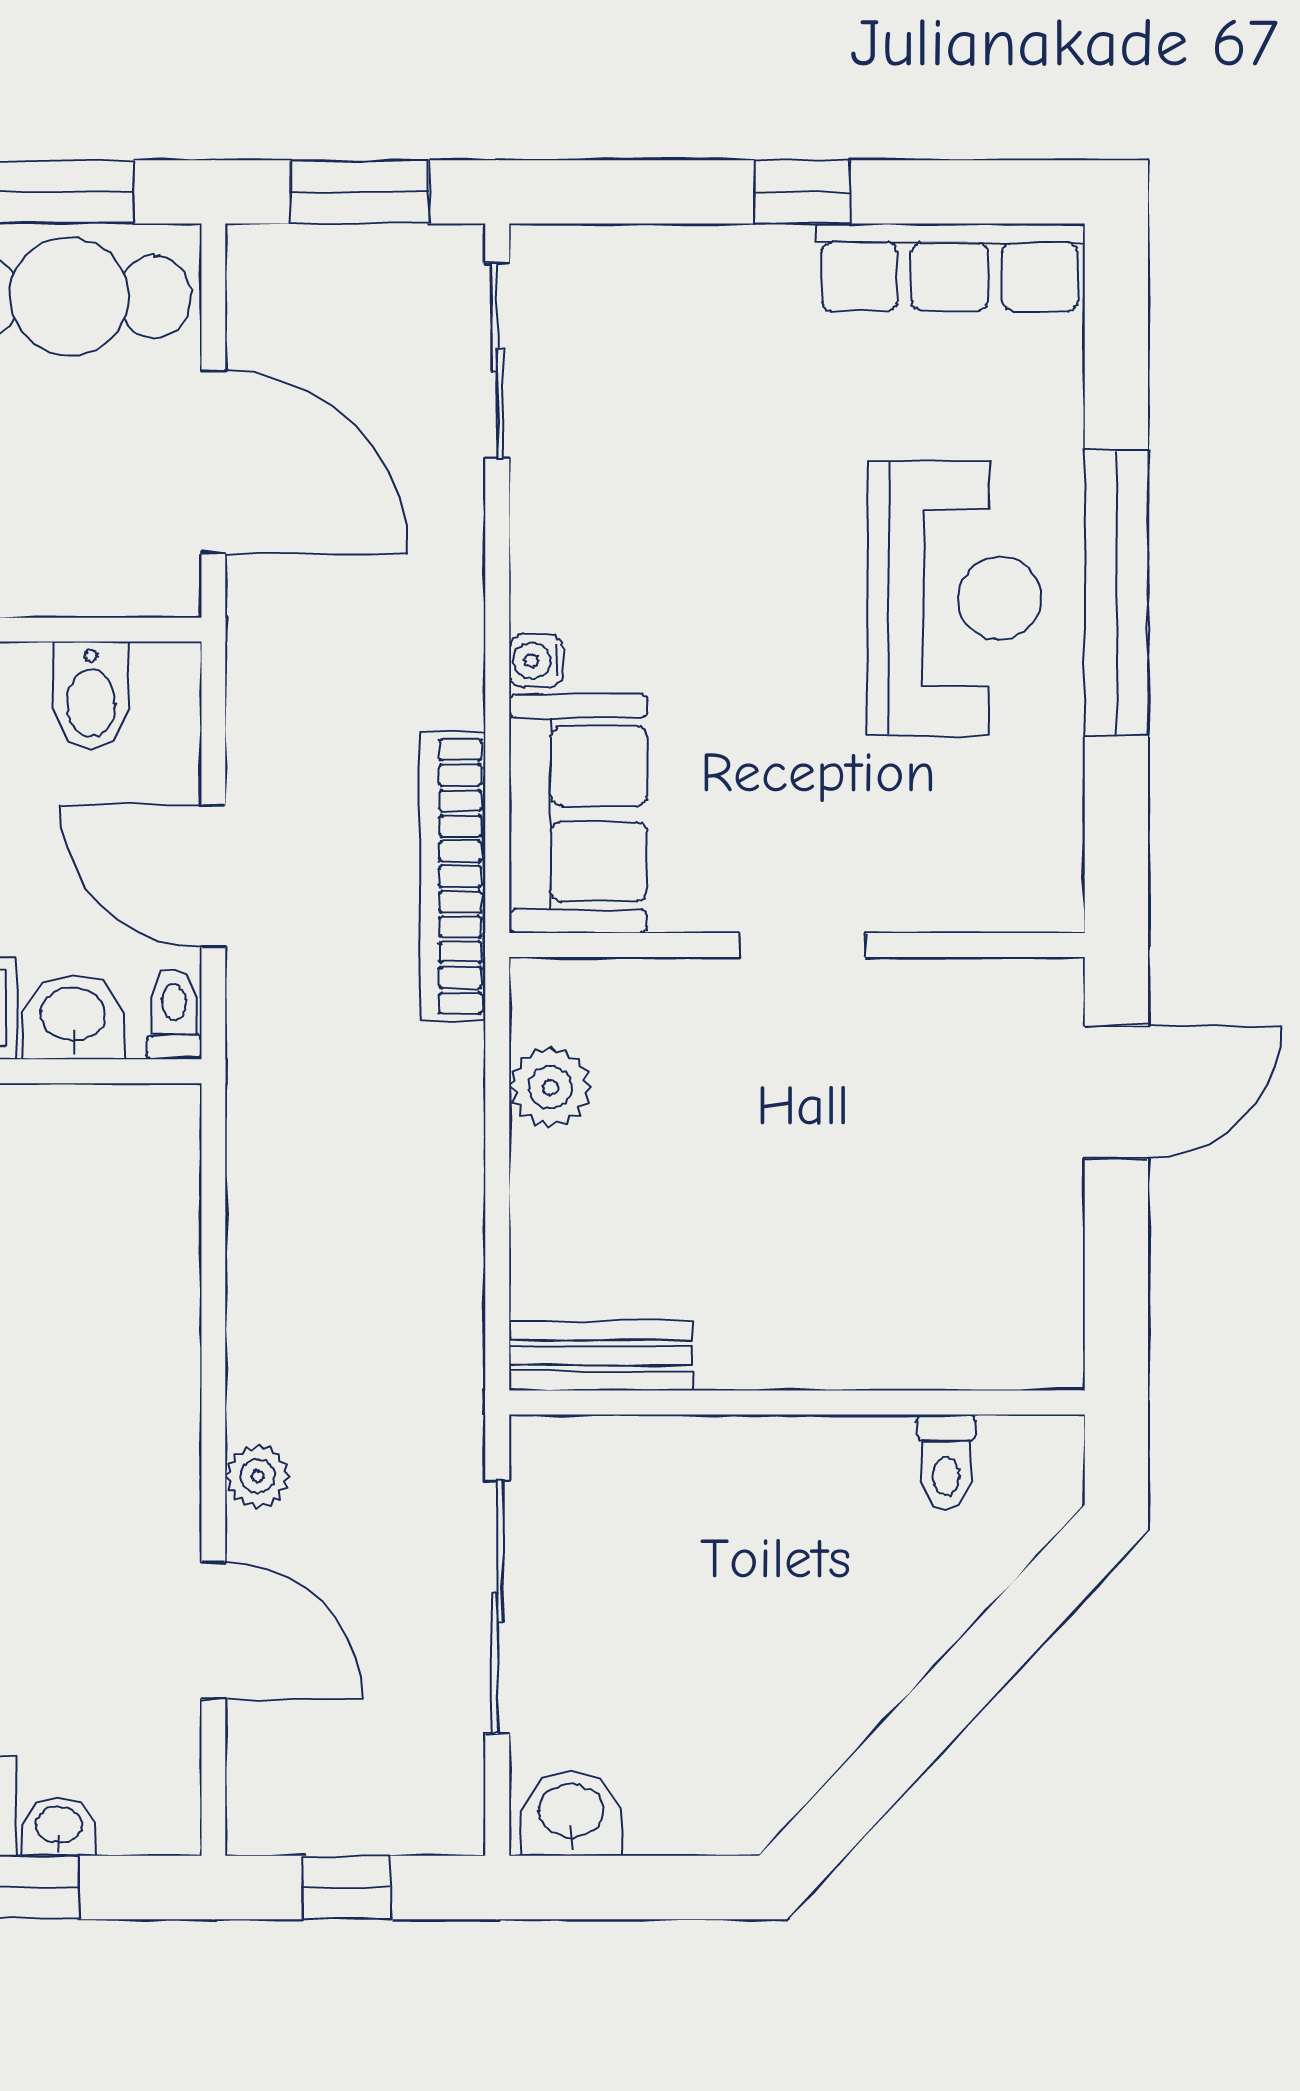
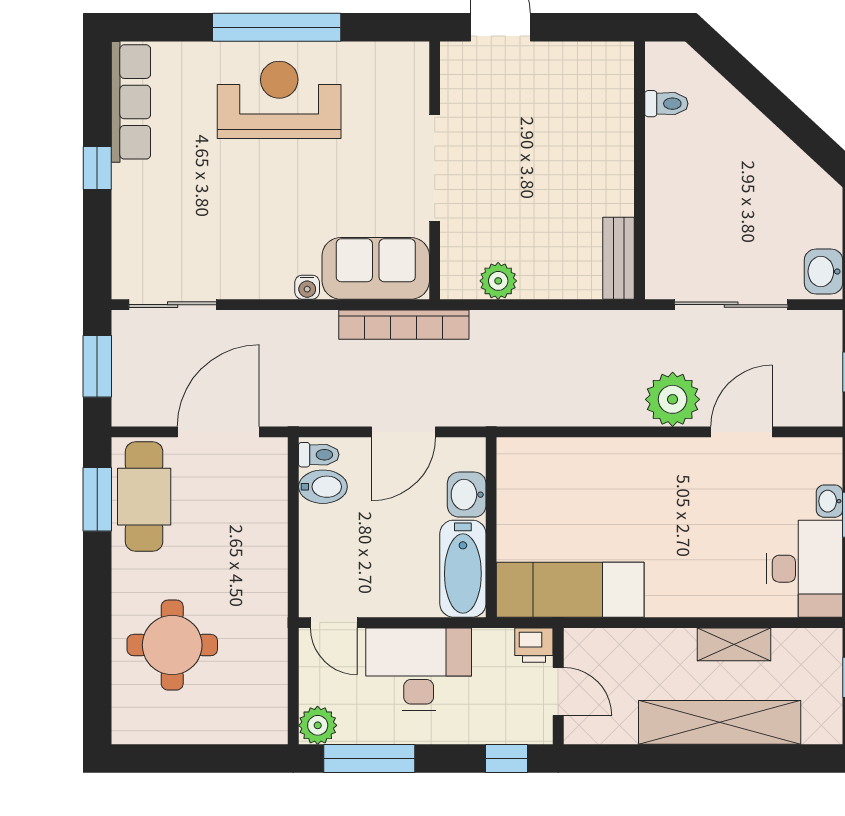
doorway: (802, 945) -> (435, 168), width x1.87
toilet: (174, 1014) -> (319, 455), moved, turned 180
plant: (258, 1476) -> (673, 399), width x1.87, depth x1.87

